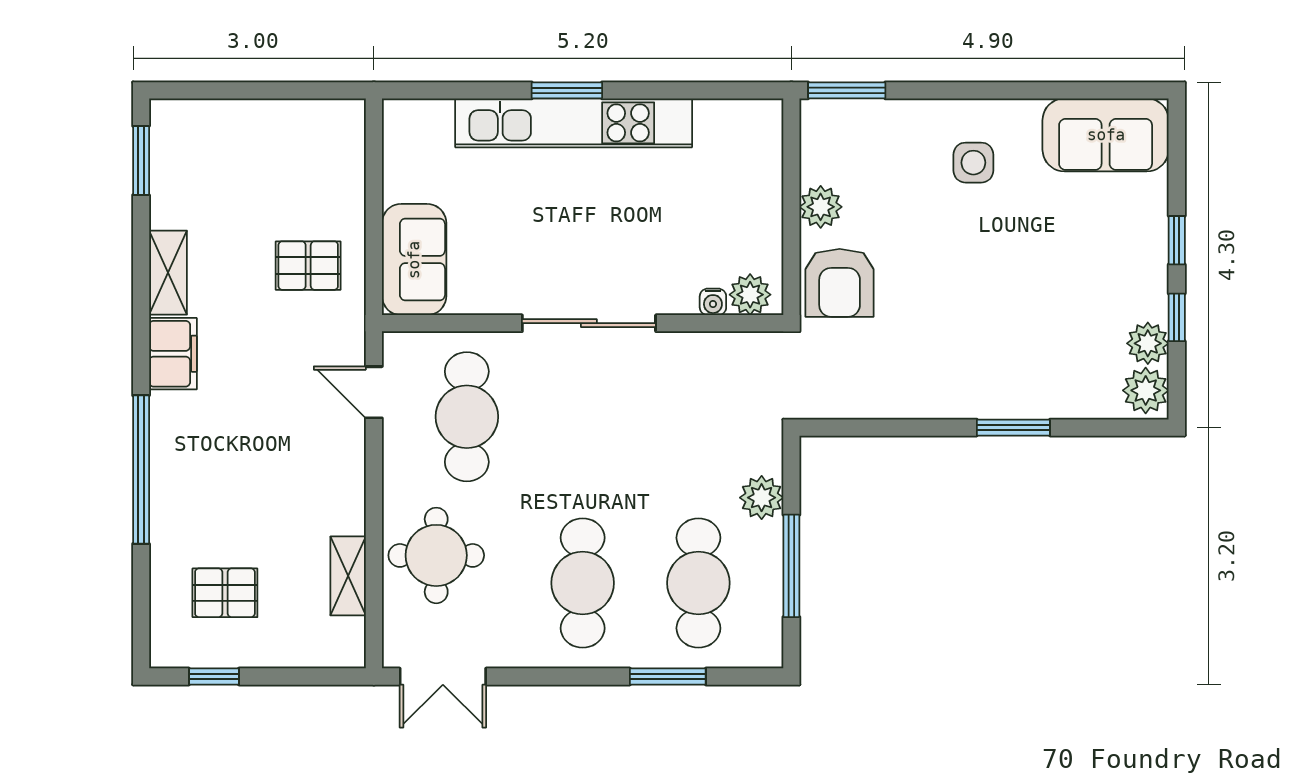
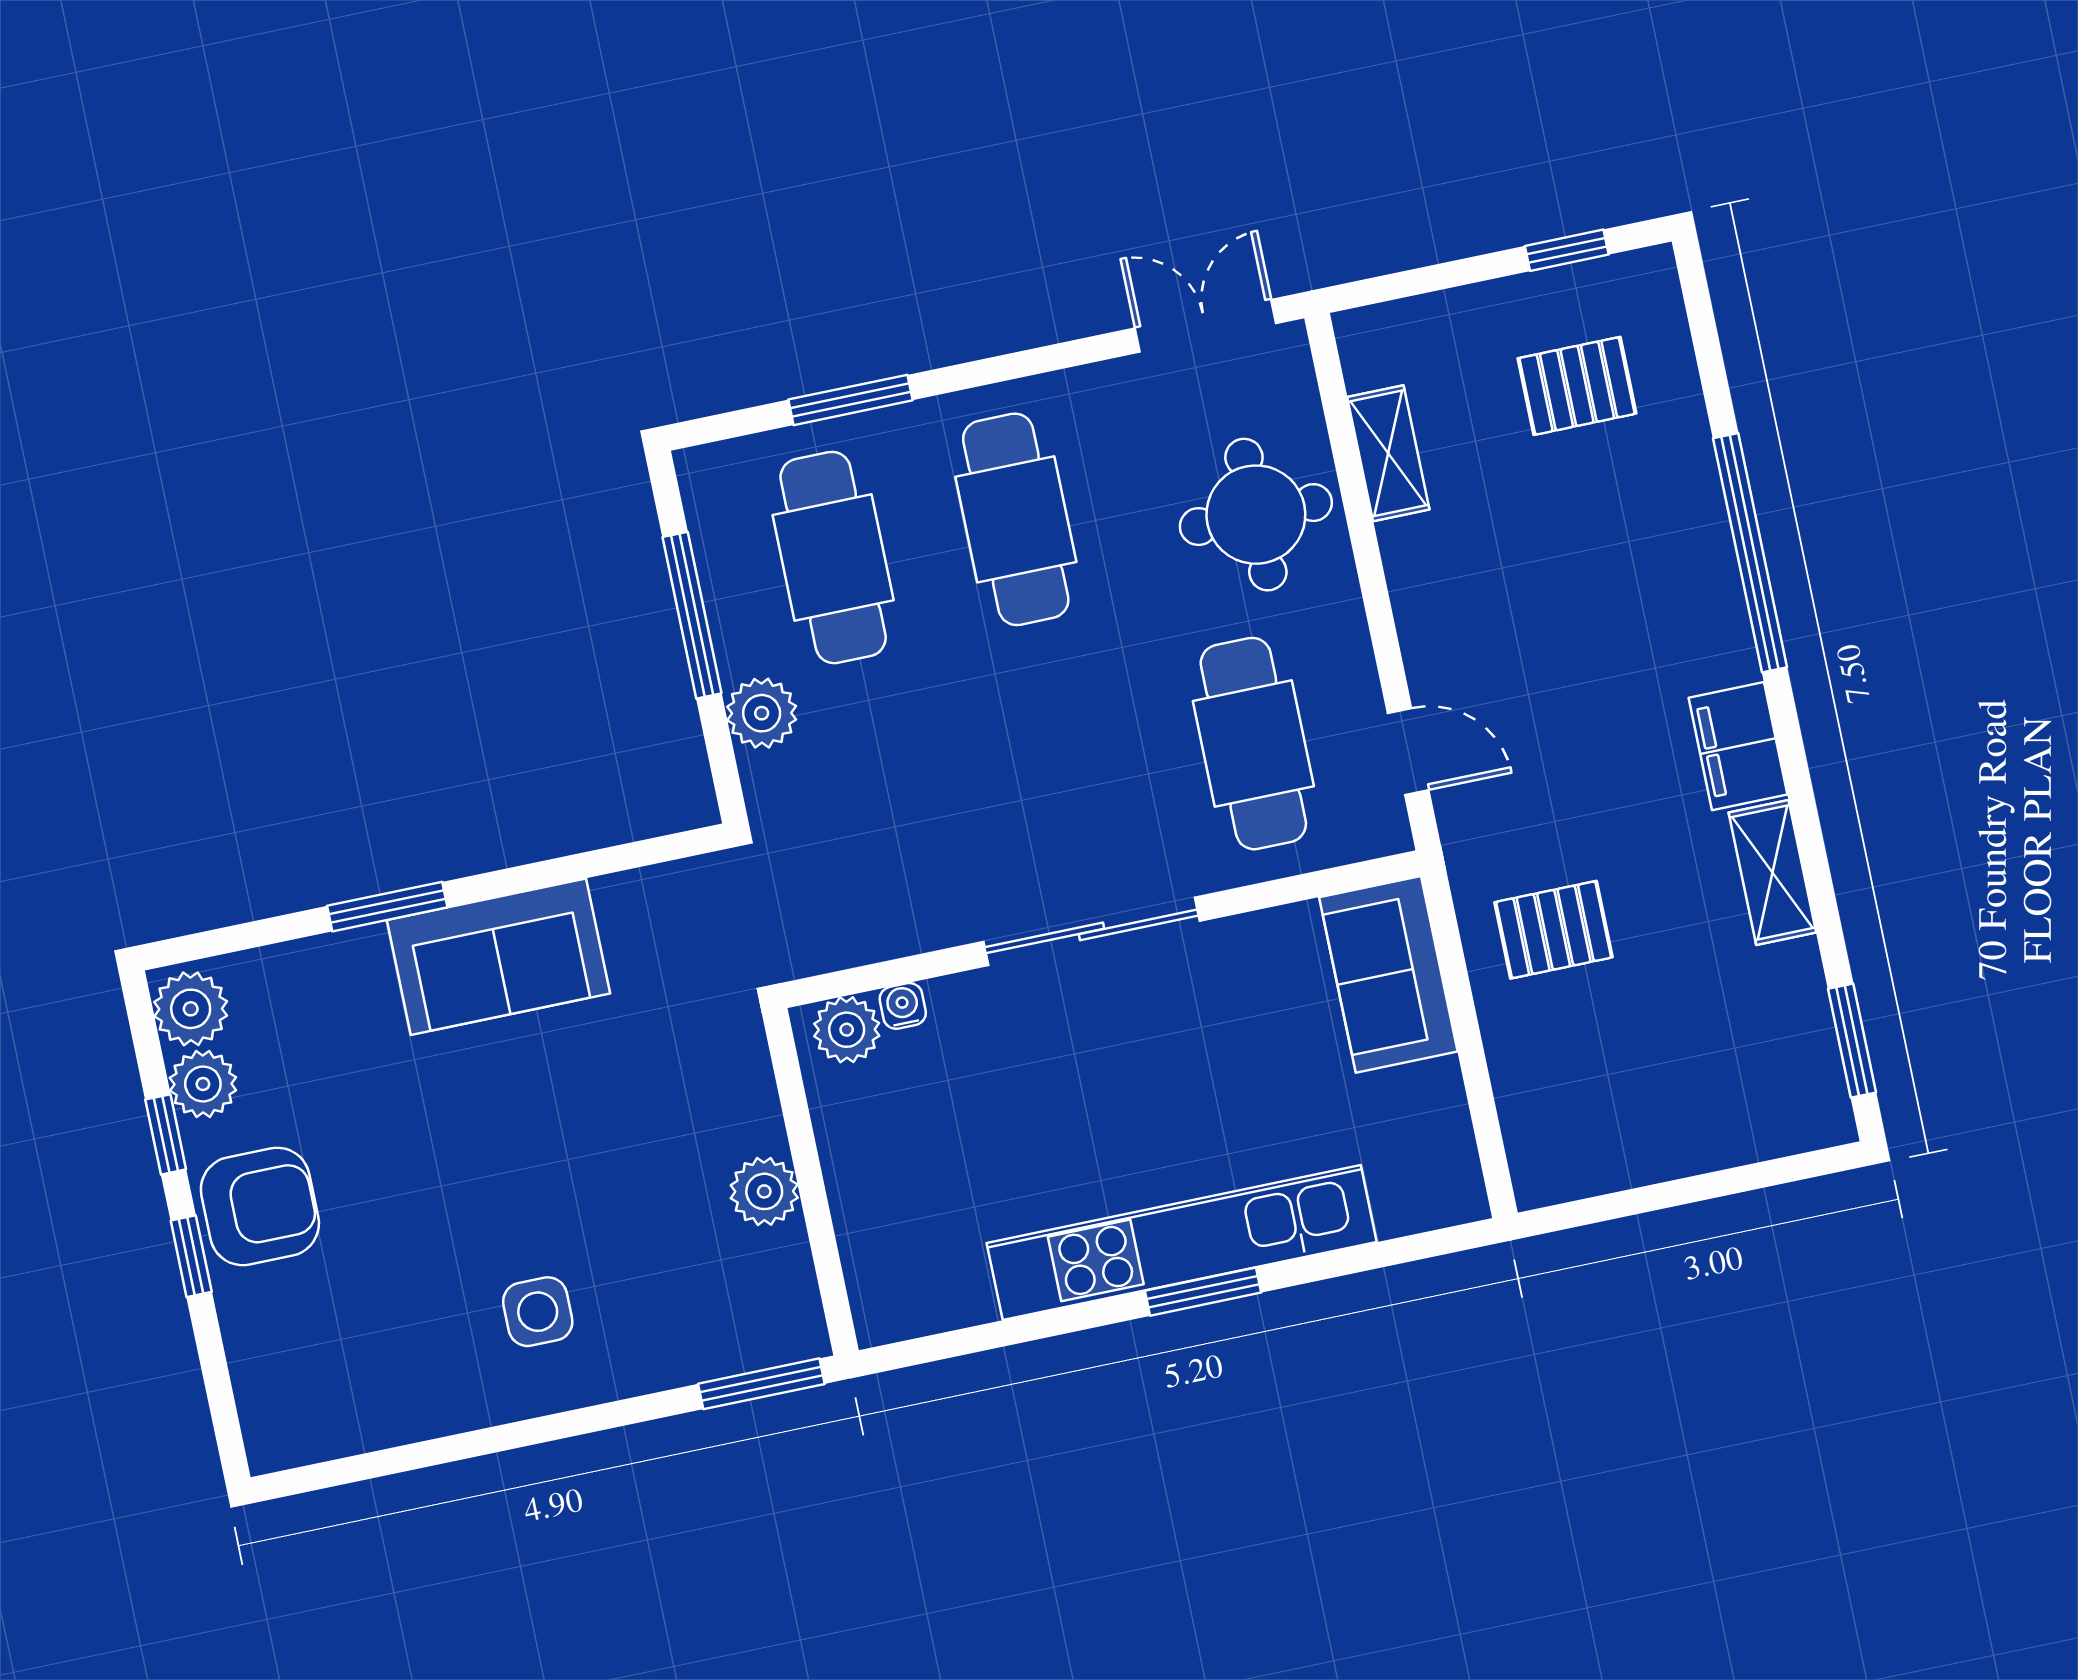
sofa: (1106, 135) -> (498, 957), moved, turned 180
armchair: (840, 283) -> (260, 1206), moved, turned 90

